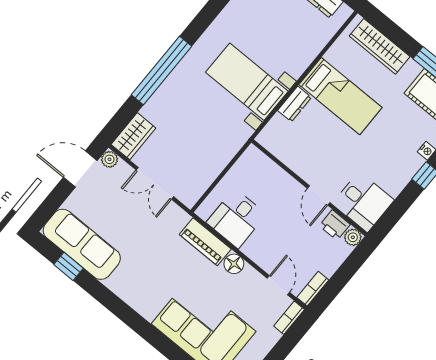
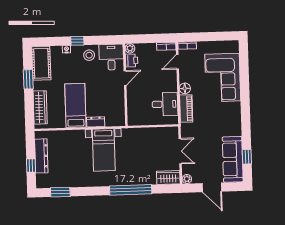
door: (80, 169) -> (212, 187), moved
stool: (392, 174) -> (89, 55), added

